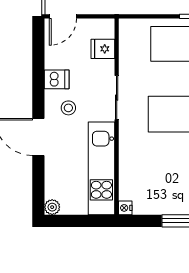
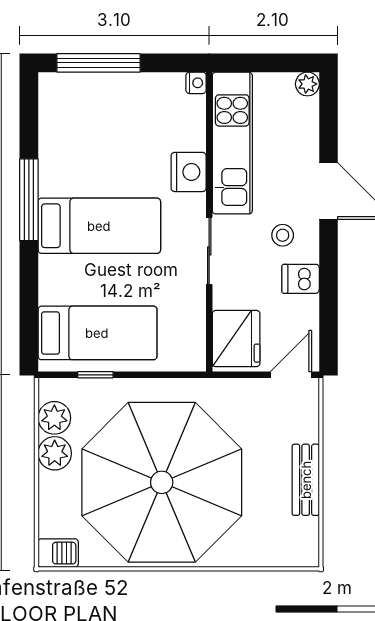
fridge: (103, 49) -> (236, 339), width x1.88, depth x1.34
nightstand: (130, 149) -> (189, 172), added

